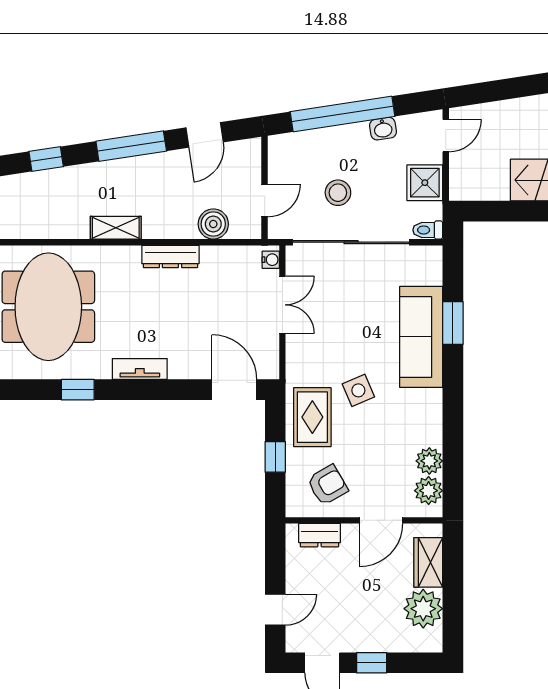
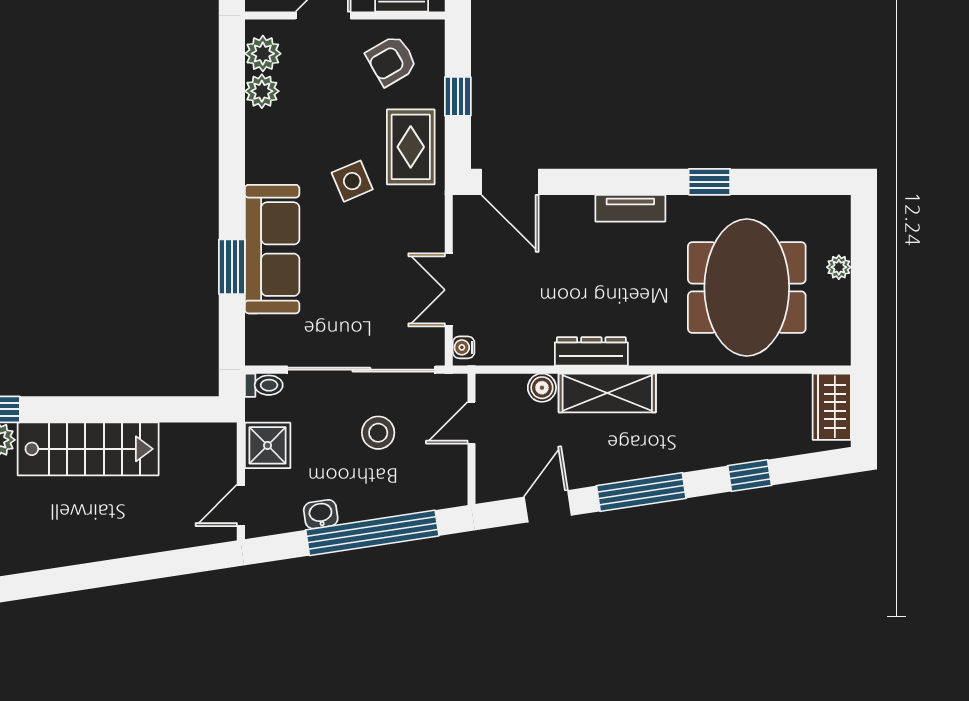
boiler: (213, 224) -> (542, 388), width x0.73, depth x0.73
shelving: (116, 228) -> (607, 393), moved, width x1.50, depth x1.33

